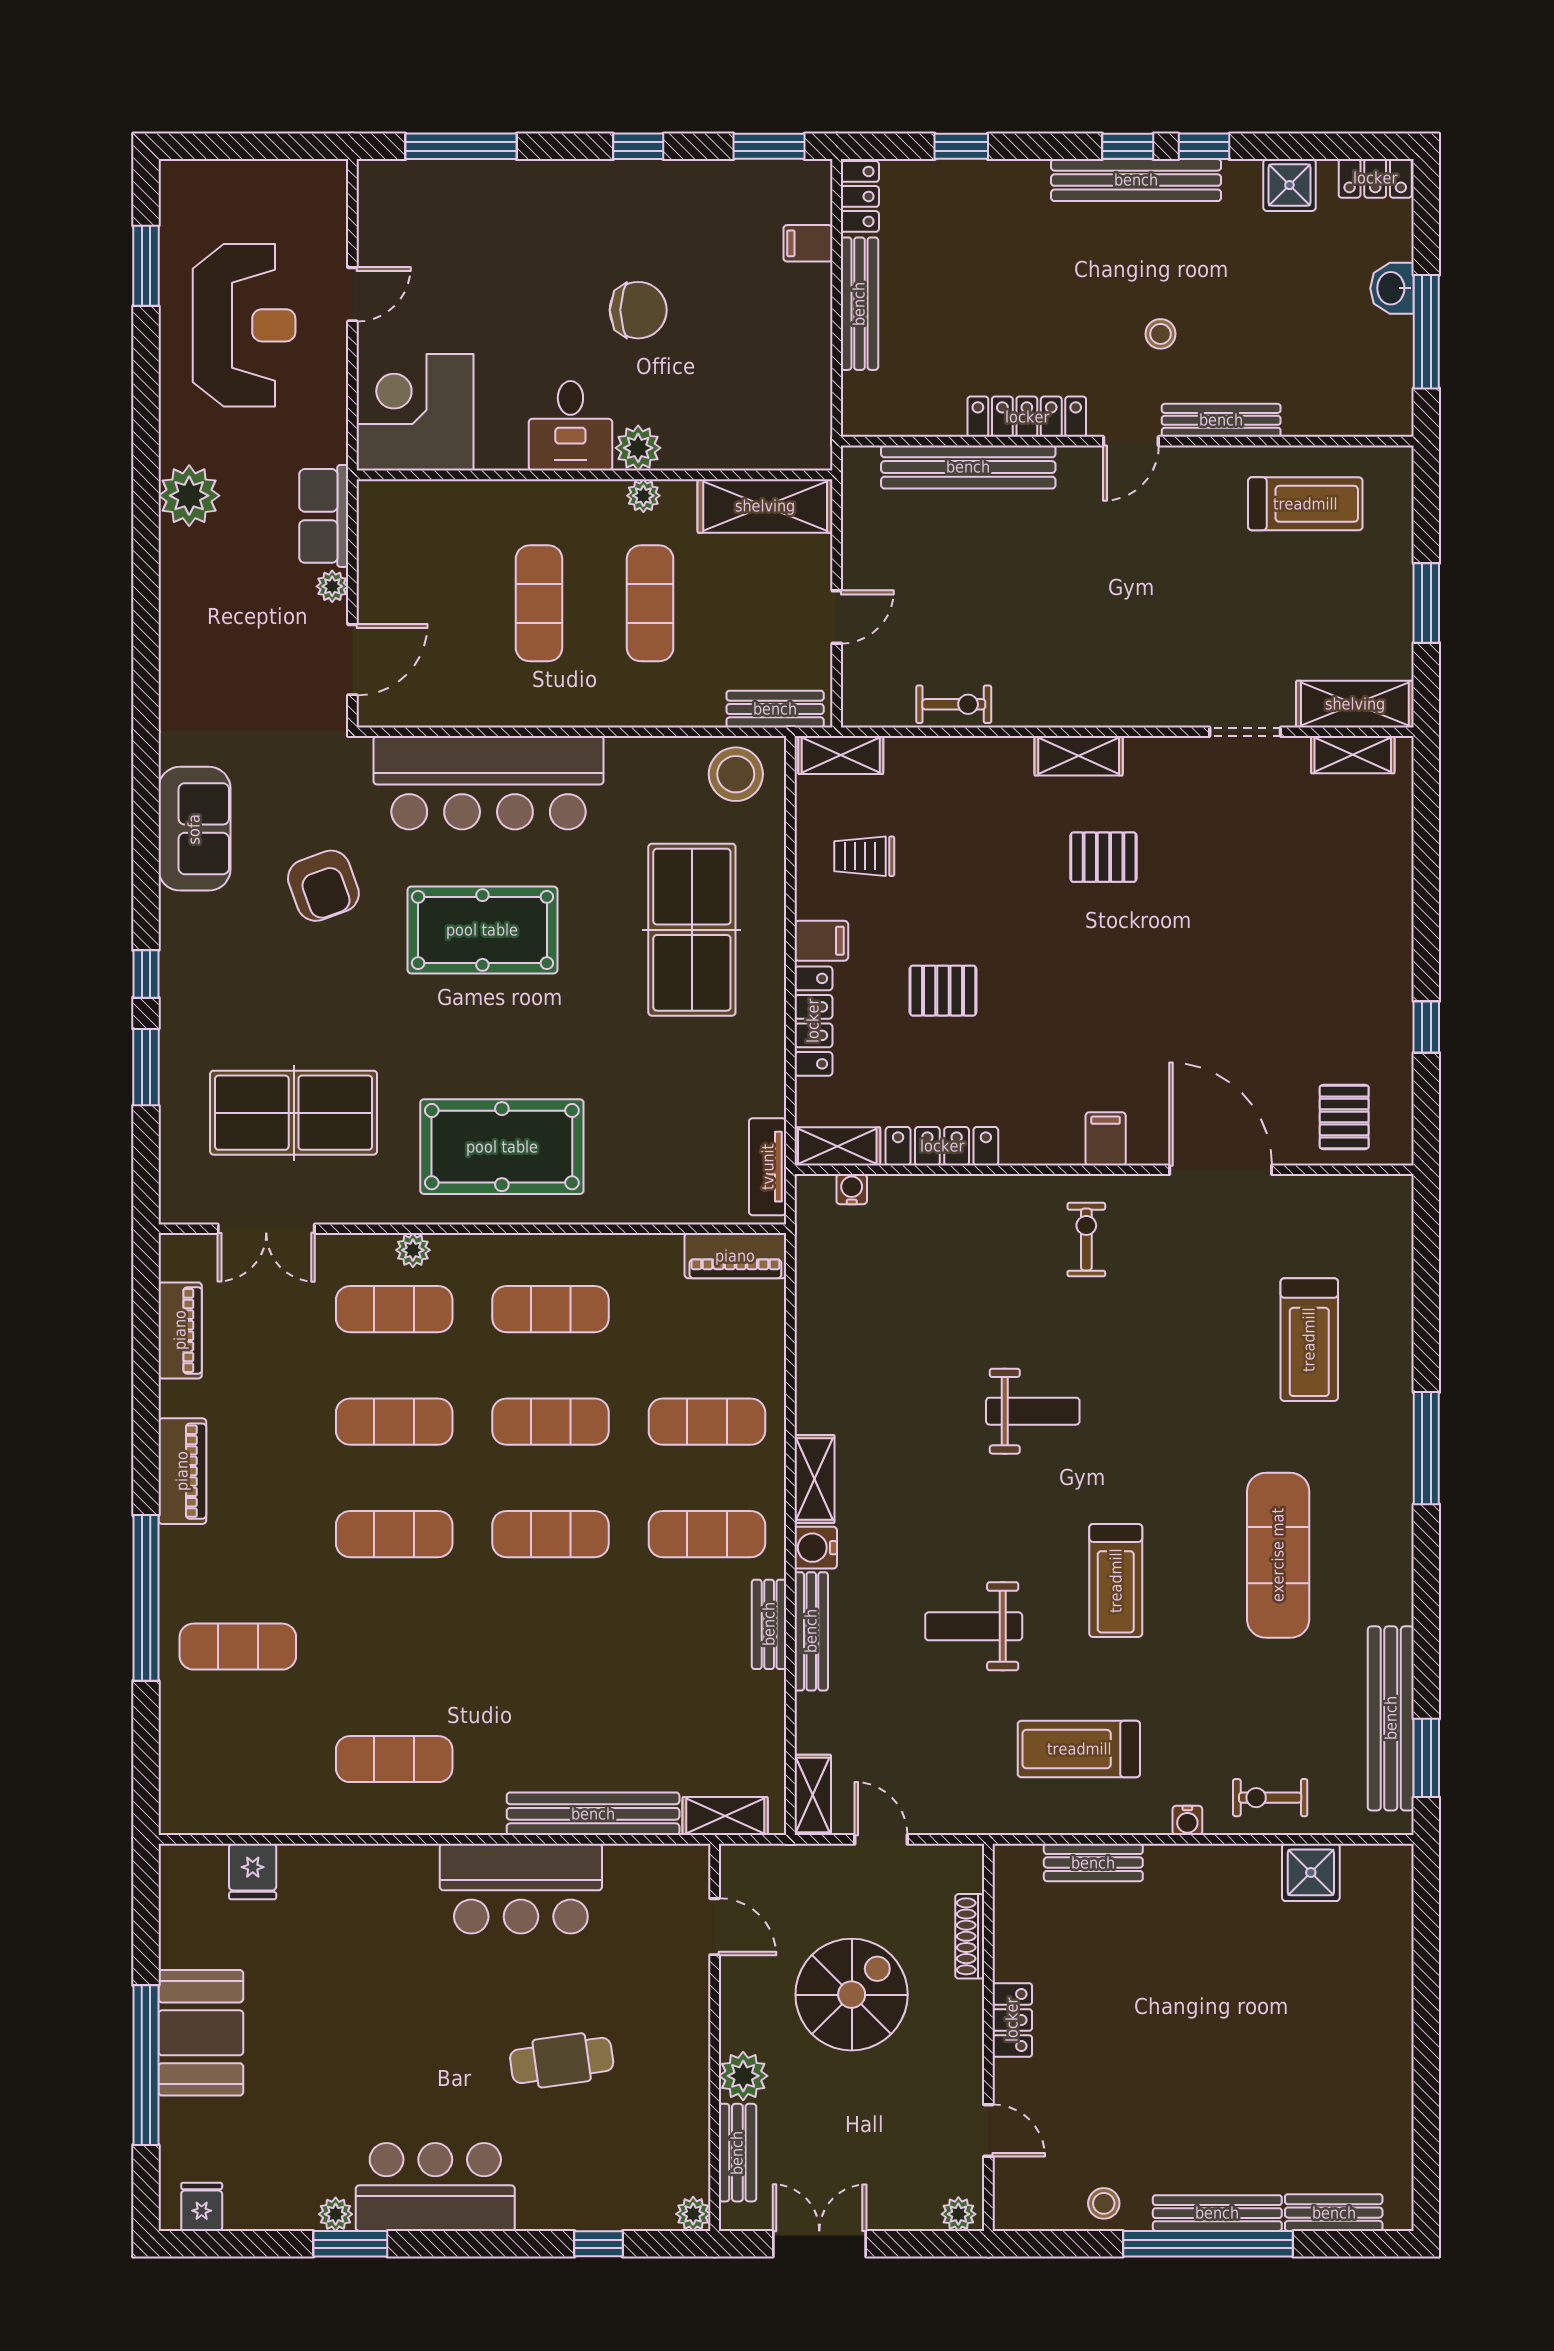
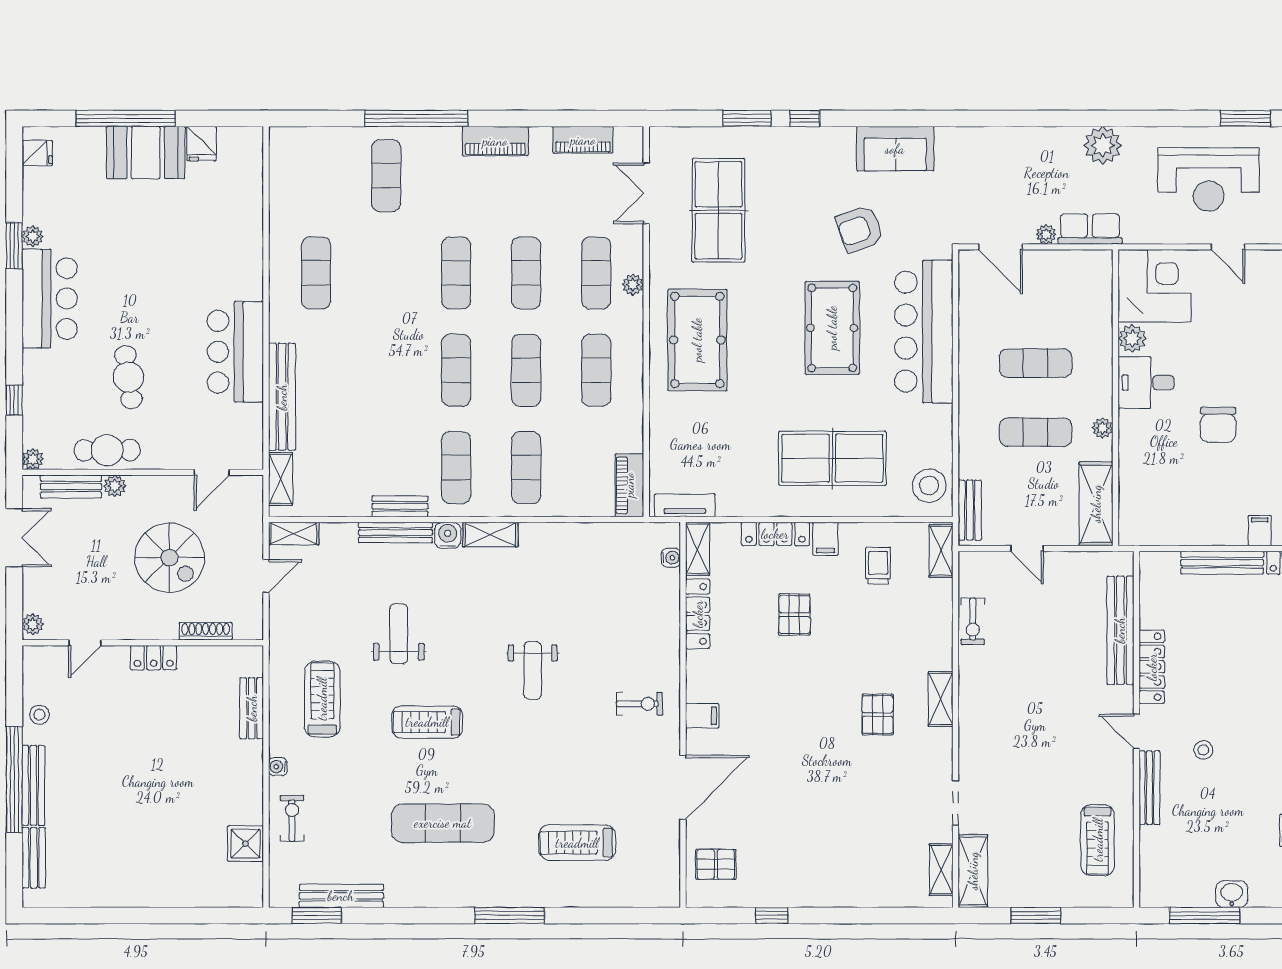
plant: (638, 448) -> (1132, 338), moved
bench: (1391, 1718) -> (341, 896), width x0.73, depth x0.82
fridge: (253, 1872) -> (202, 144), moved, turned -90
plant: (743, 2076) -> (115, 486), width x0.73, depth x0.73
cafe table: (679, 2095) -> (107, 450), added

